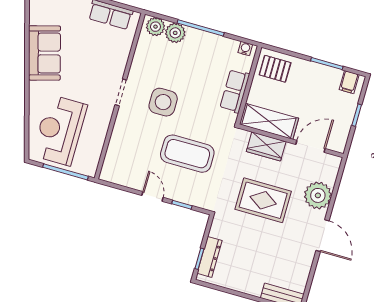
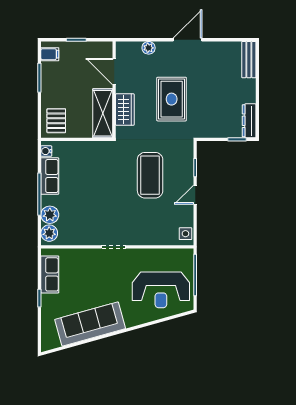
sofa: (44, 53) -> (90, 324), width x1.36
row of seats: (235, 91) -> (50, 176), moved, turned -90
side table: (163, 102) -> (185, 234), moved, width x0.54, depth x0.54
plant: (318, 195) -> (149, 48), width x0.53, depth x0.53
dresser: (210, 257) -> (249, 121), moved, turned -90

